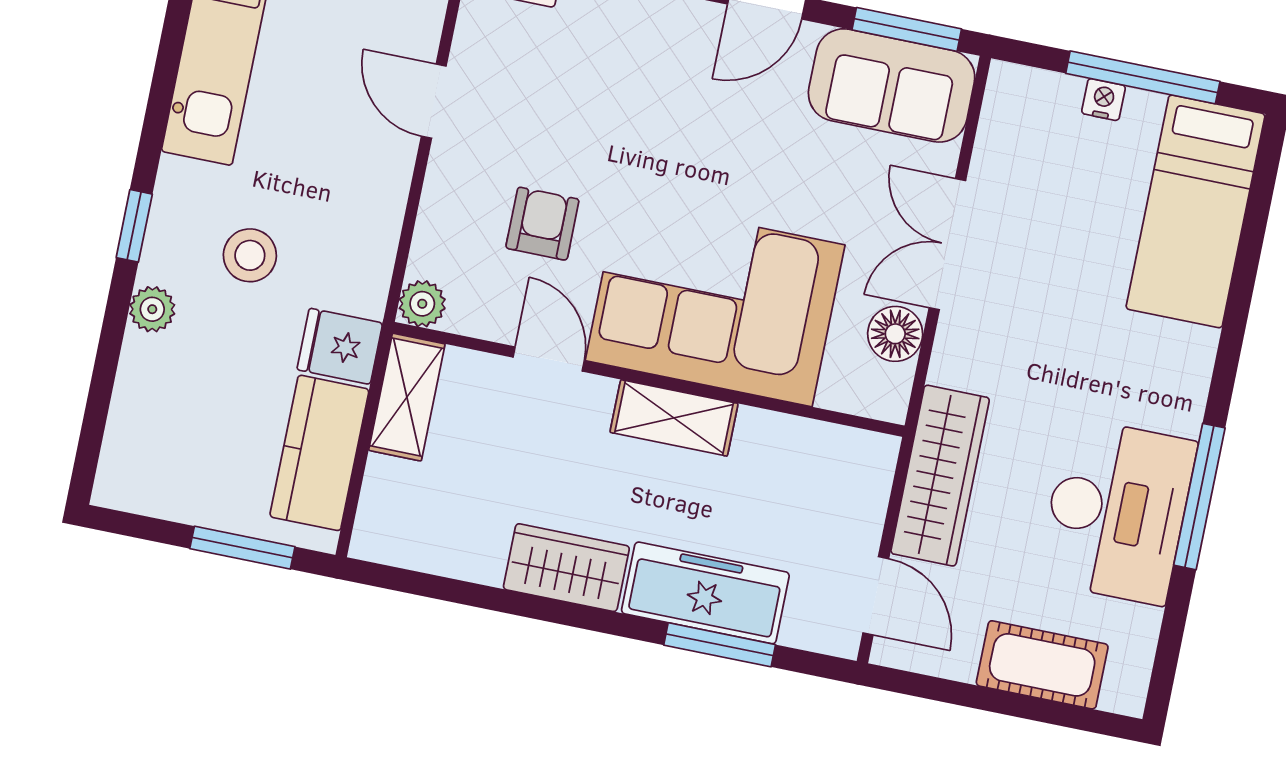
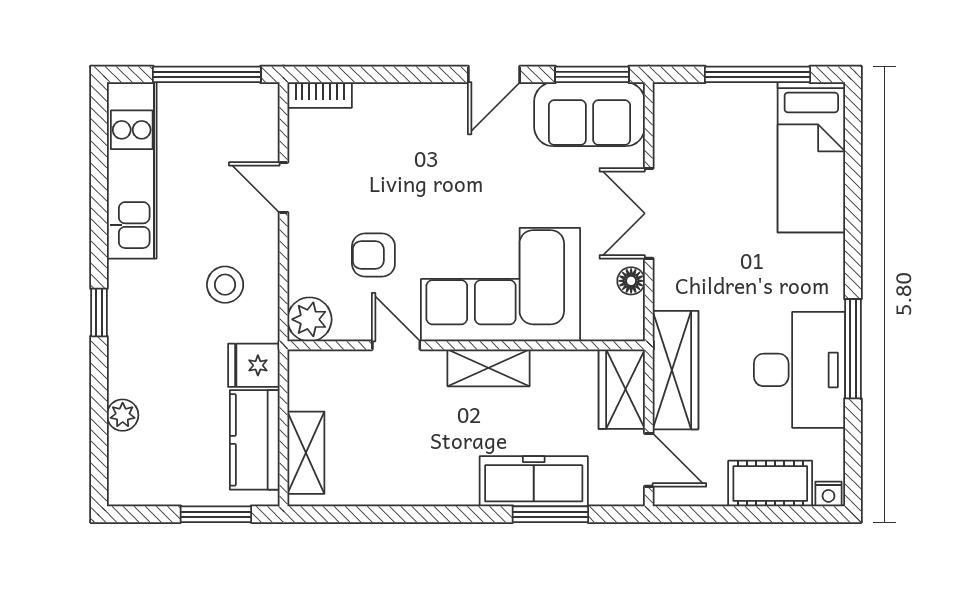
nightstand: (1103, 100) -> (828, 494), moved, turned 180
armchair: (542, 224) -> (373, 255), turned -90
stool: (250, 255) -> (225, 285), moved
plant: (422, 304) -> (310, 319), width x1.38, depth x1.38
plant: (152, 309) -> (123, 415), moved
floor lamp: (895, 334) -> (631, 281), width x0.73, depth x0.73
shelving: (407, 397) -> (306, 453), moved
wardrobe: (566, 568) -> (622, 389), moved, turned -90

